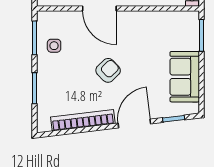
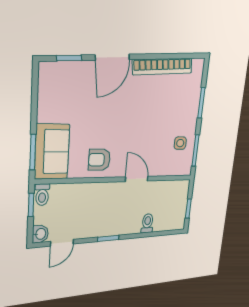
door: (99, 9) -> (137, 179), width x0.73
armchair: (108, 70) -> (99, 160), moved, turned 44
sofa: (185, 77) -> (52, 152), moved

